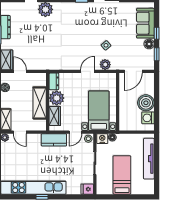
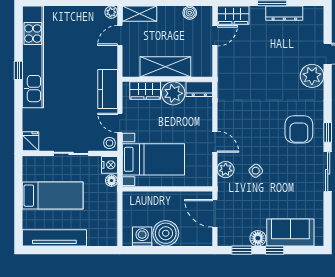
armchair: (80, 18) -> (299, 129), added
tv unit: (149, 159) -> (54, 238), moved

